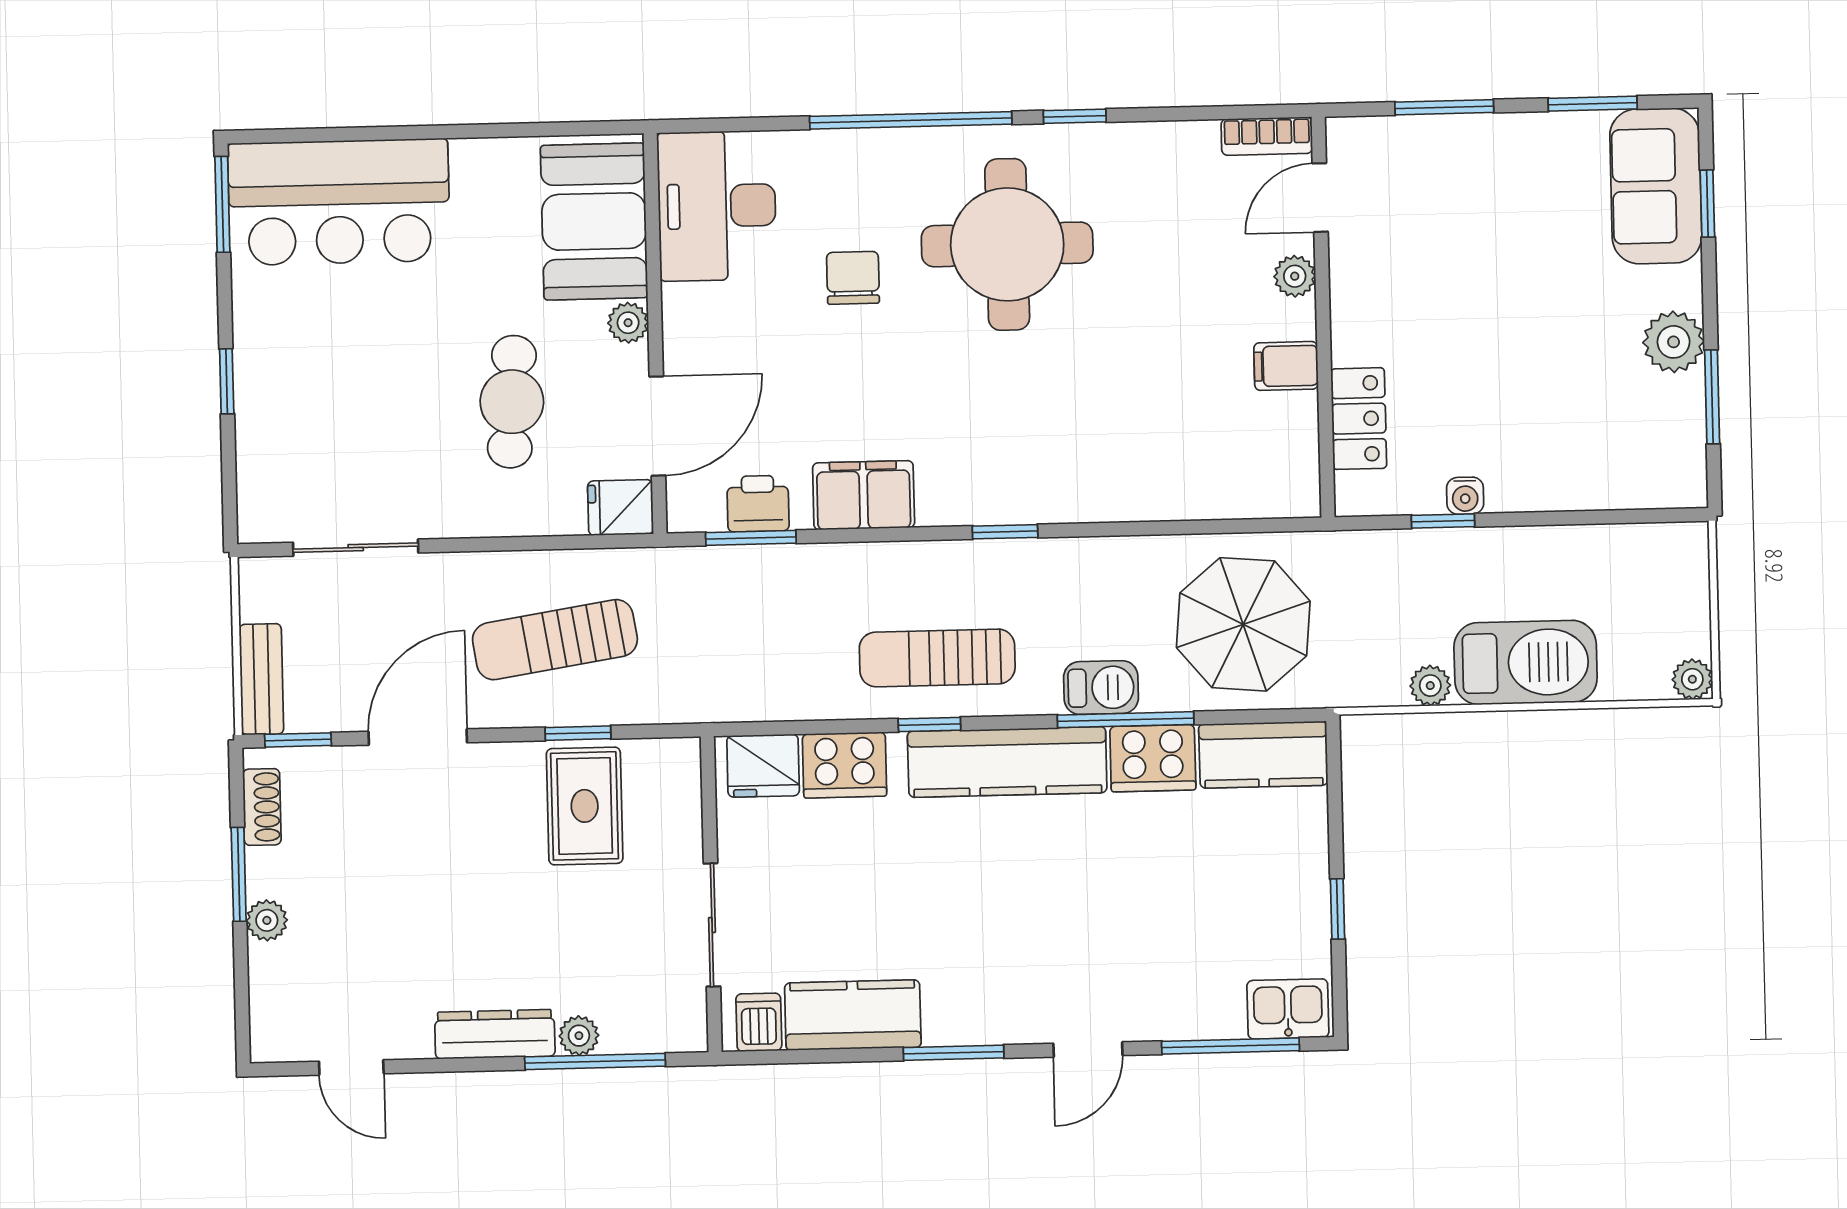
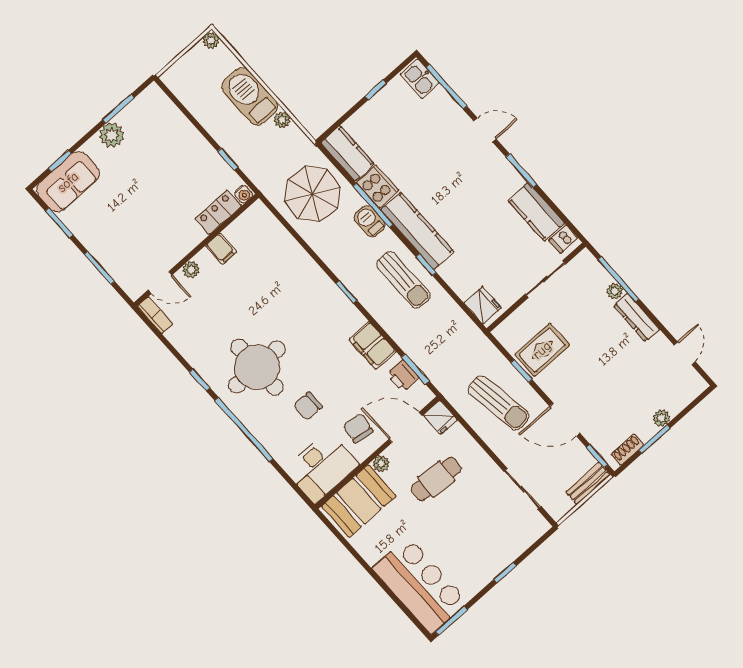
chair: (732, 336) -> (358, 428), added
water cooler: (1465, 496) -> (244, 194), moved, turned 90
cooker: (845, 765) -> (461, 280), removed

